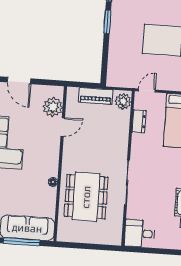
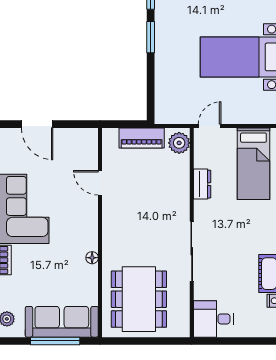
plant: (53, 107) -> (85, 157), removed
dresser: (139, 121) -> (202, 184), moved
door: (63, 127) -> (100, 183), swing flipped
dining table: (86, 197) -> (139, 299), moved

